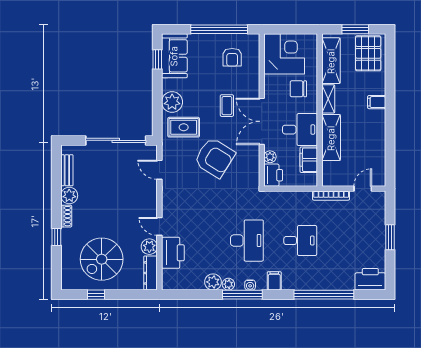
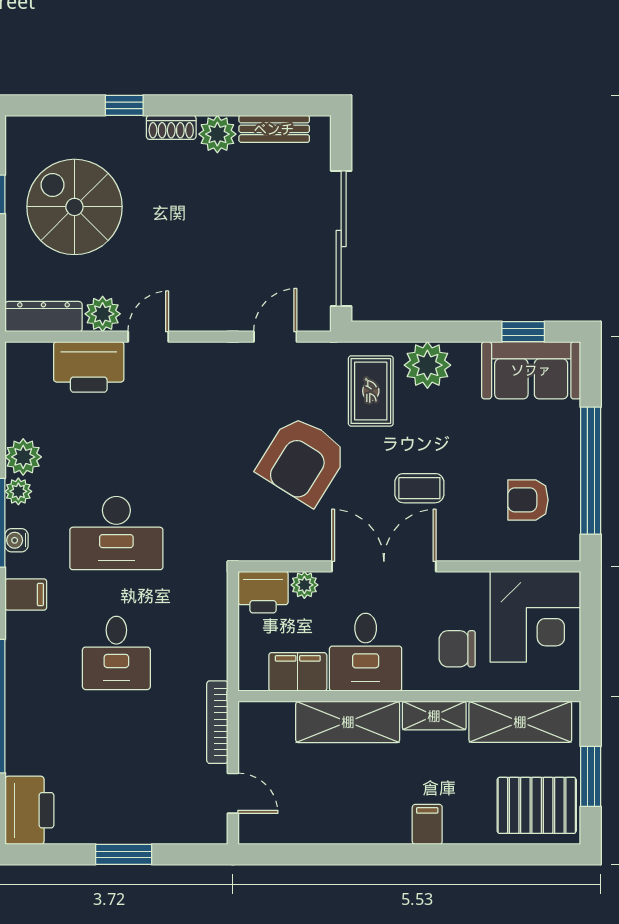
chair: (298, 89) -> (457, 649), turned -90

